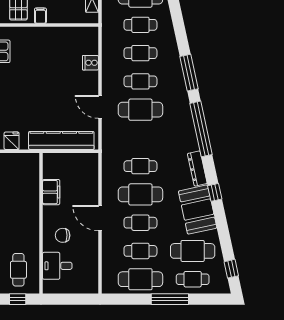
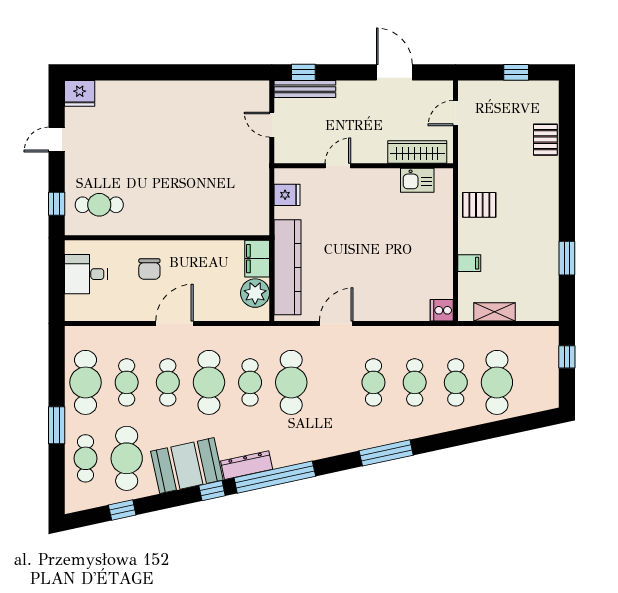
filing cabinet: (40, 16) -> (469, 263), moved
cooker: (91, 63) -> (442, 310), moved, turned -90
cafe table: (140, 110) -> (291, 382), moved
window: (201, 129) -> (275, 477), moved
plant: (79, 163) -> (255, 293), added
filing cabinet: (51, 192) -> (257, 259), moved, turned 90
chair: (63, 235) -> (149, 269), turned 180
desk: (57, 266) -> (86, 274), moved, turned -90
window: (231, 269) -> (122, 510), moved
window: (170, 299) -> (57, 425), width x0.69

